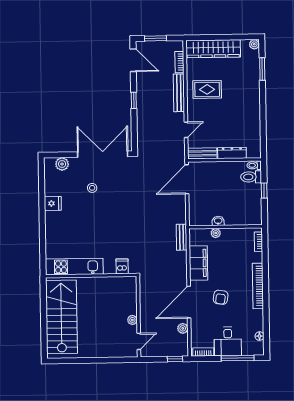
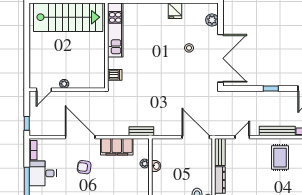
door: (186, 130) -> (242, 137), swing flipped
plant: (183, 328) -> (55, 131), removed
door: (139, 341) -> (44, 90), hinge flipped

